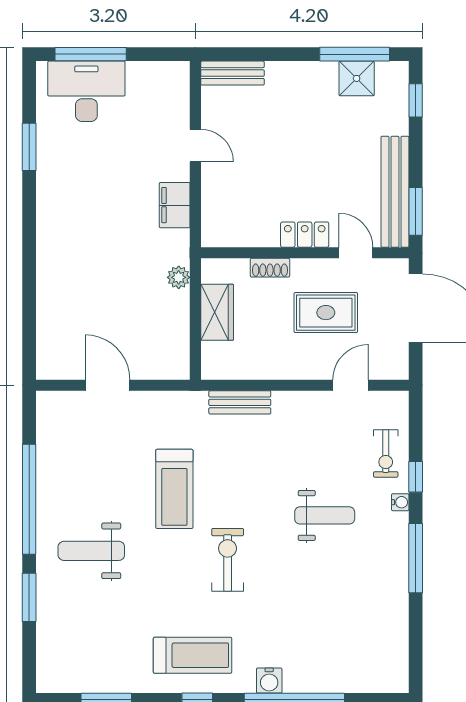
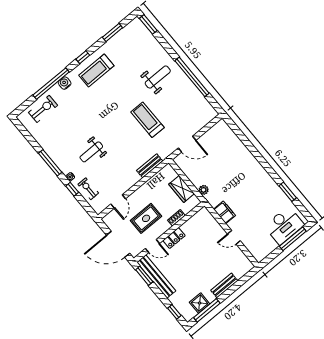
bench: (232, 73) -> (224, 285), moved
door: (108, 385) -> (187, 144), moved
exercise bike: (228, 560) -> (43, 109), moved, turned -90
window: (29, 597) -> (148, 24), moved

